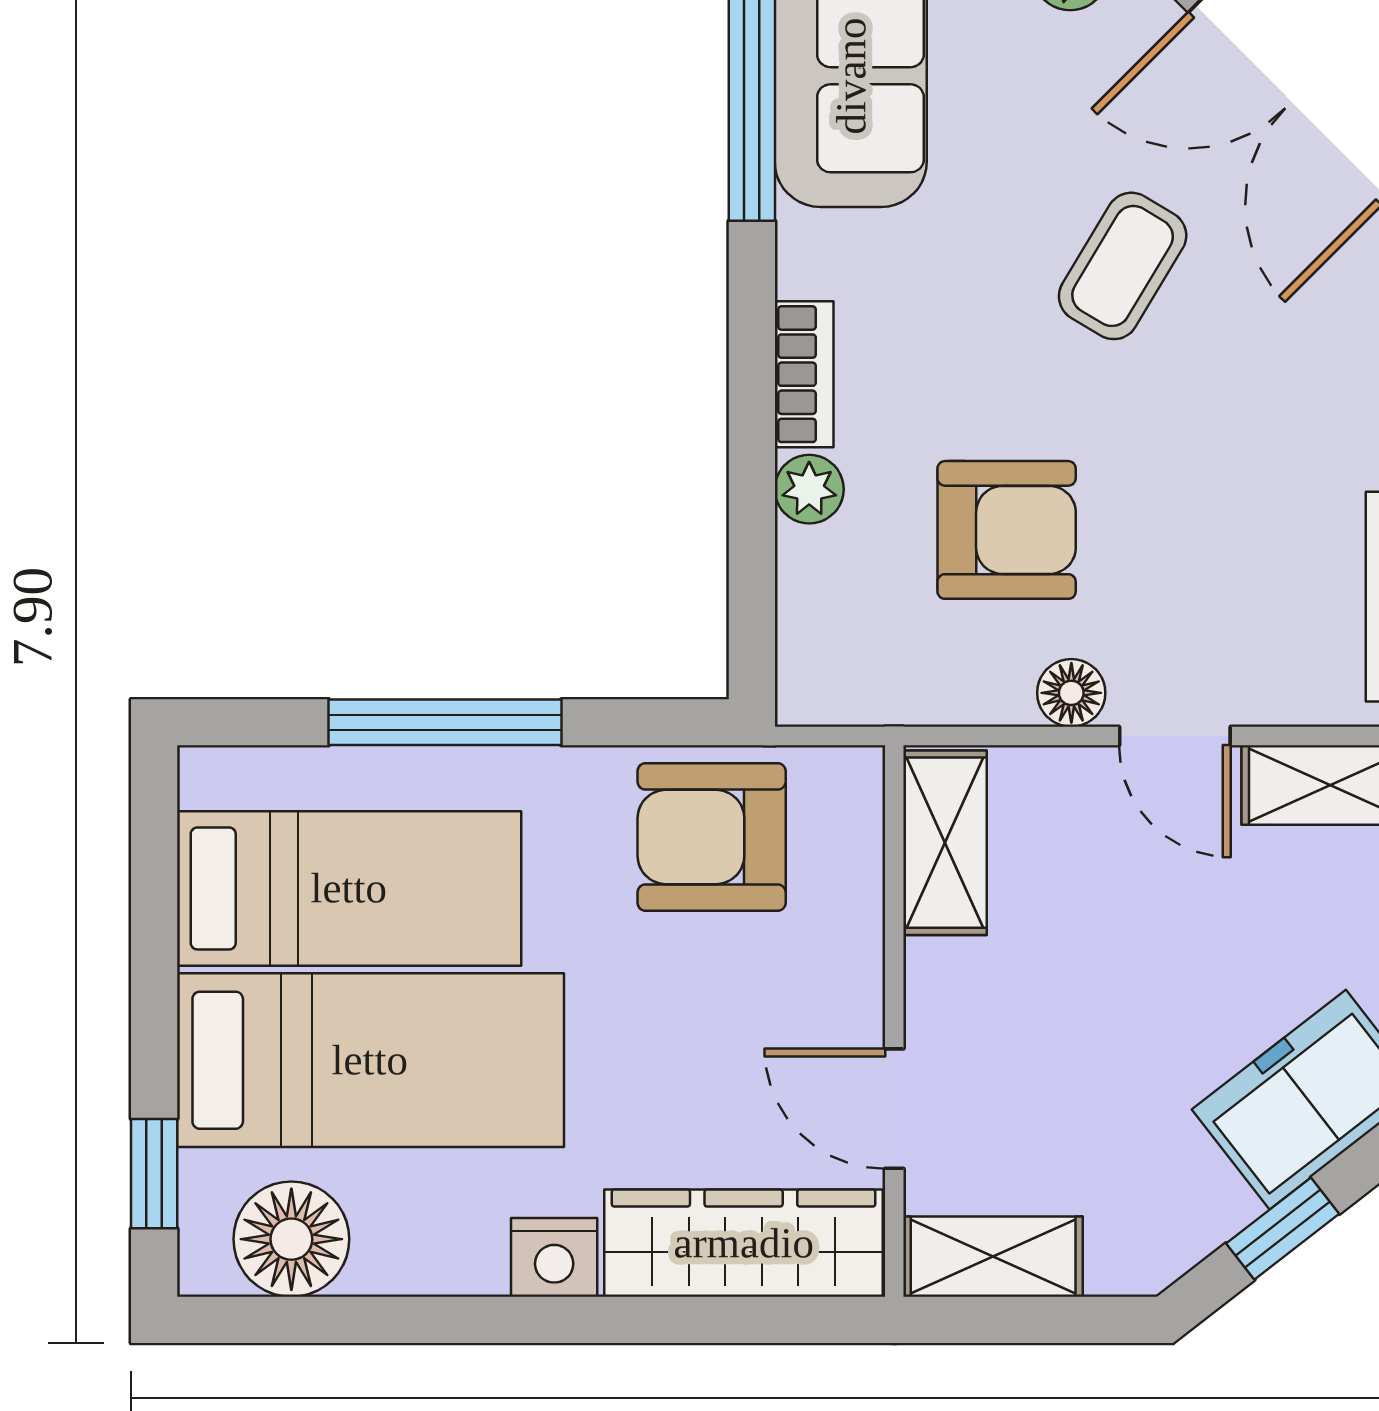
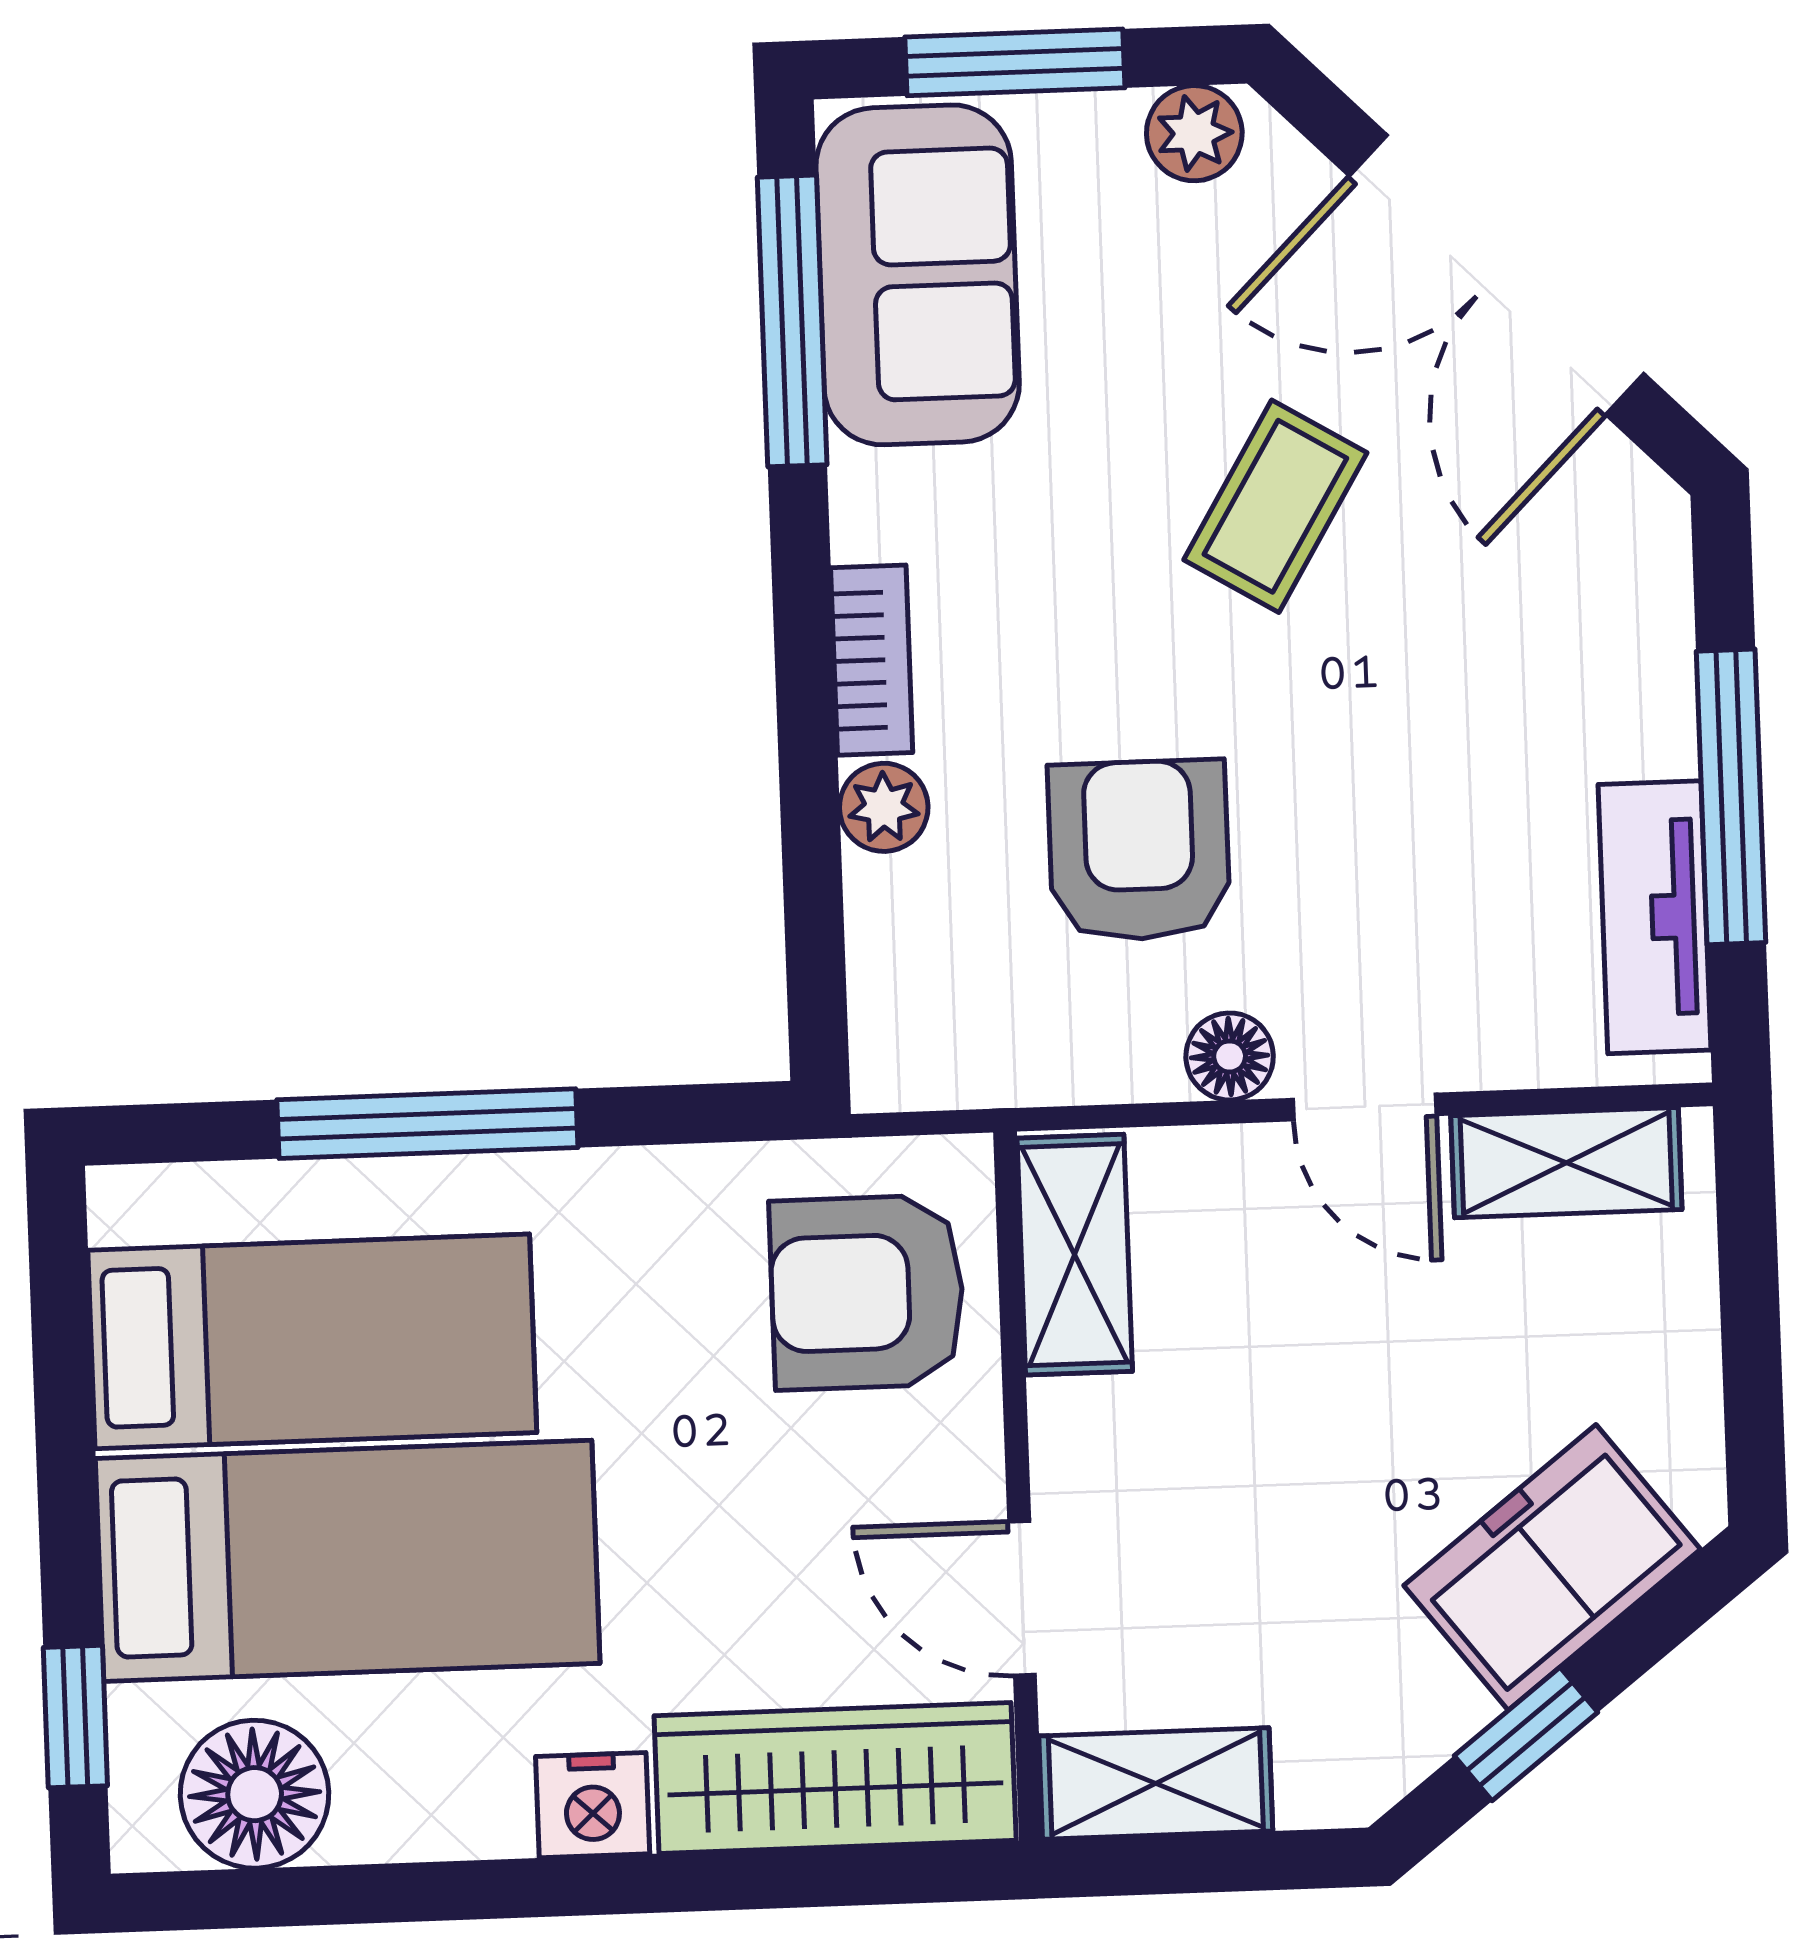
armchair: (1007, 530) -> (1139, 850), turned -90
armchair: (712, 837) -> (867, 1292), moved

